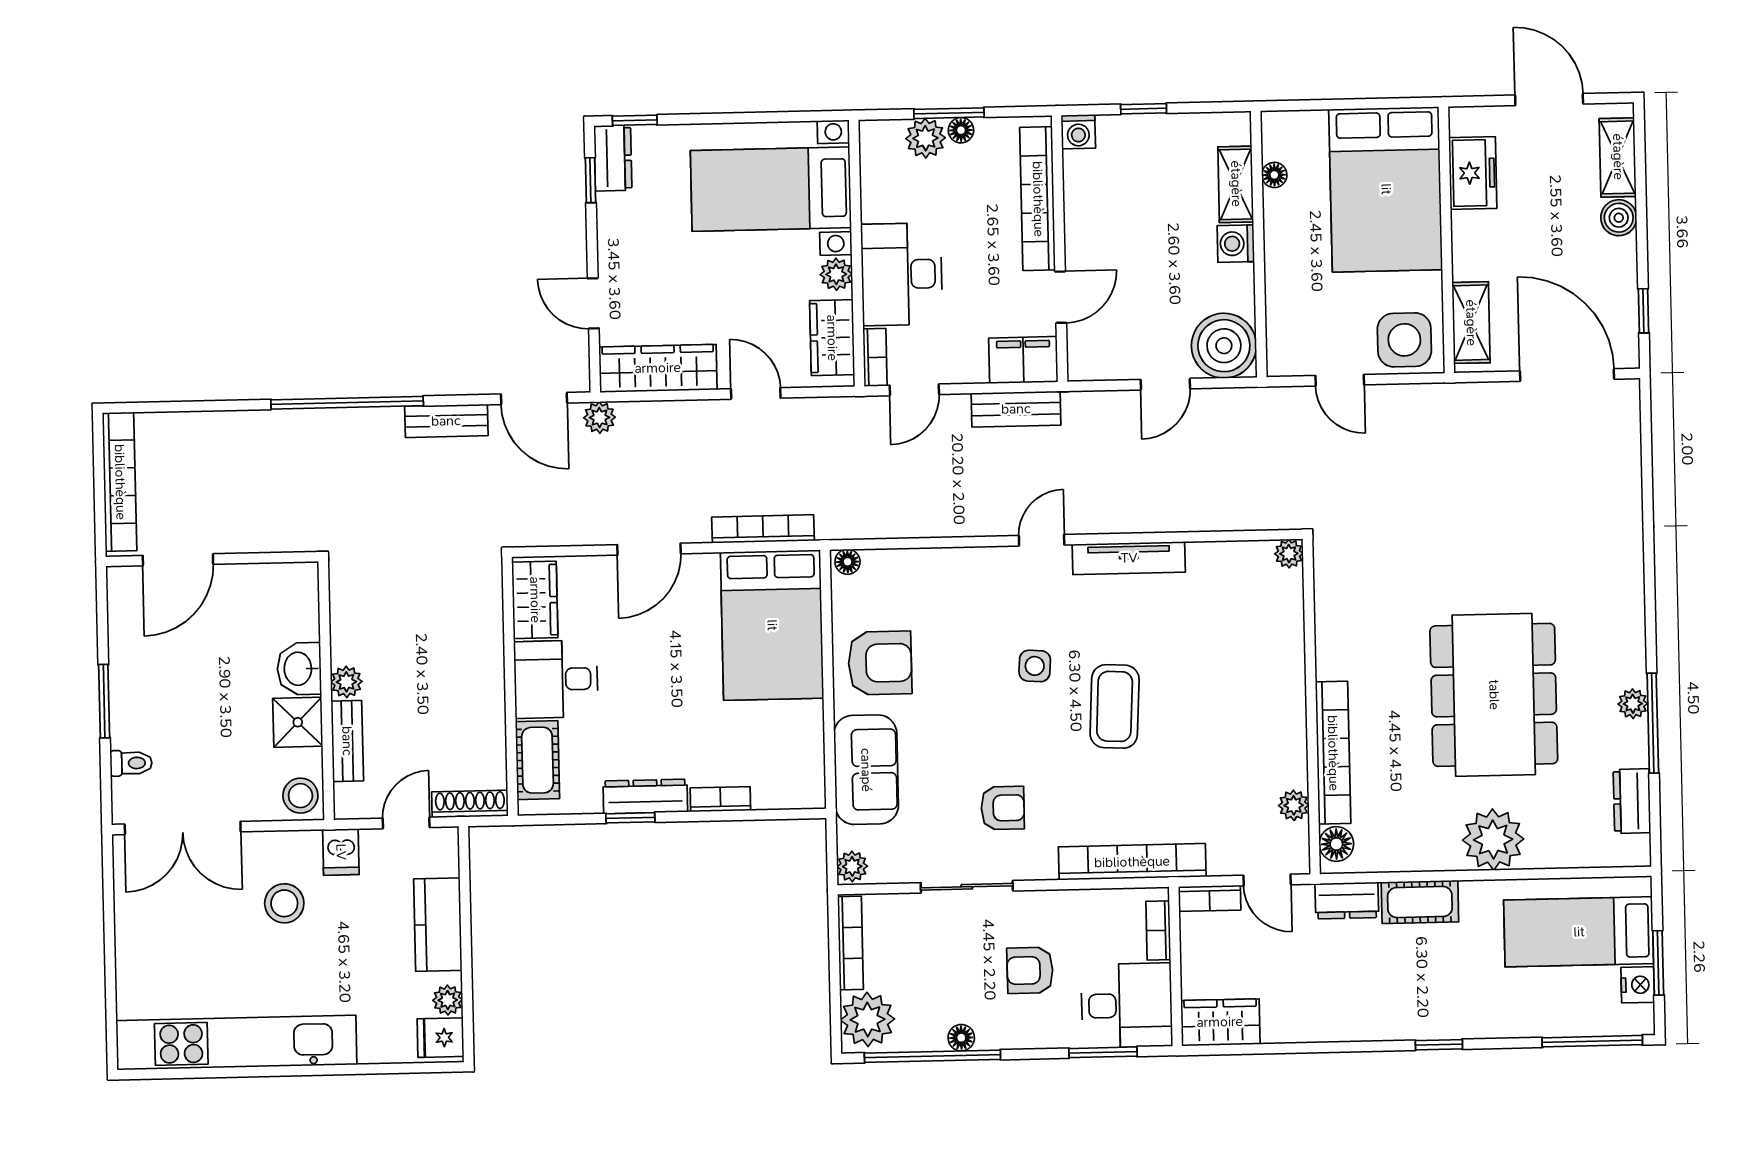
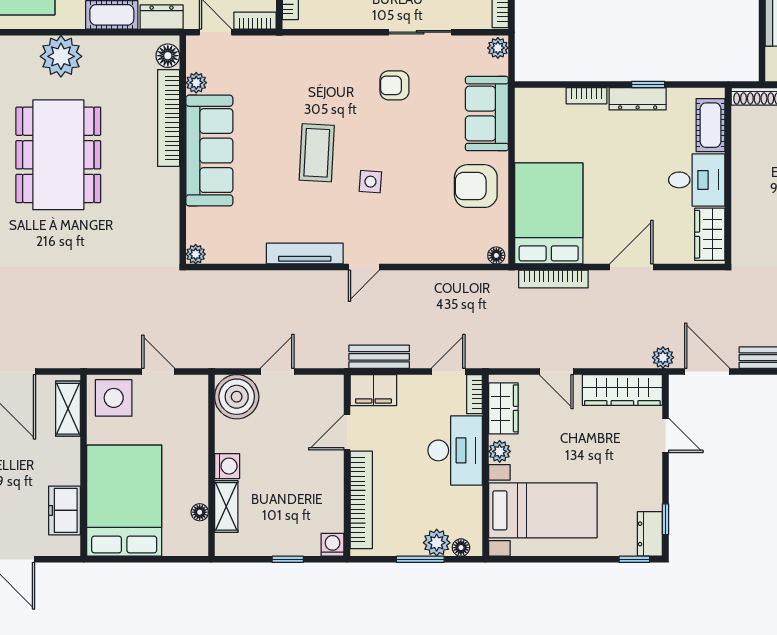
floor lamp: (961, 130) -> (461, 548), moved
sofa: (1272, 706) -> (209, 151), added
bookcase: (1132, 862) -> (307, 47), removed

